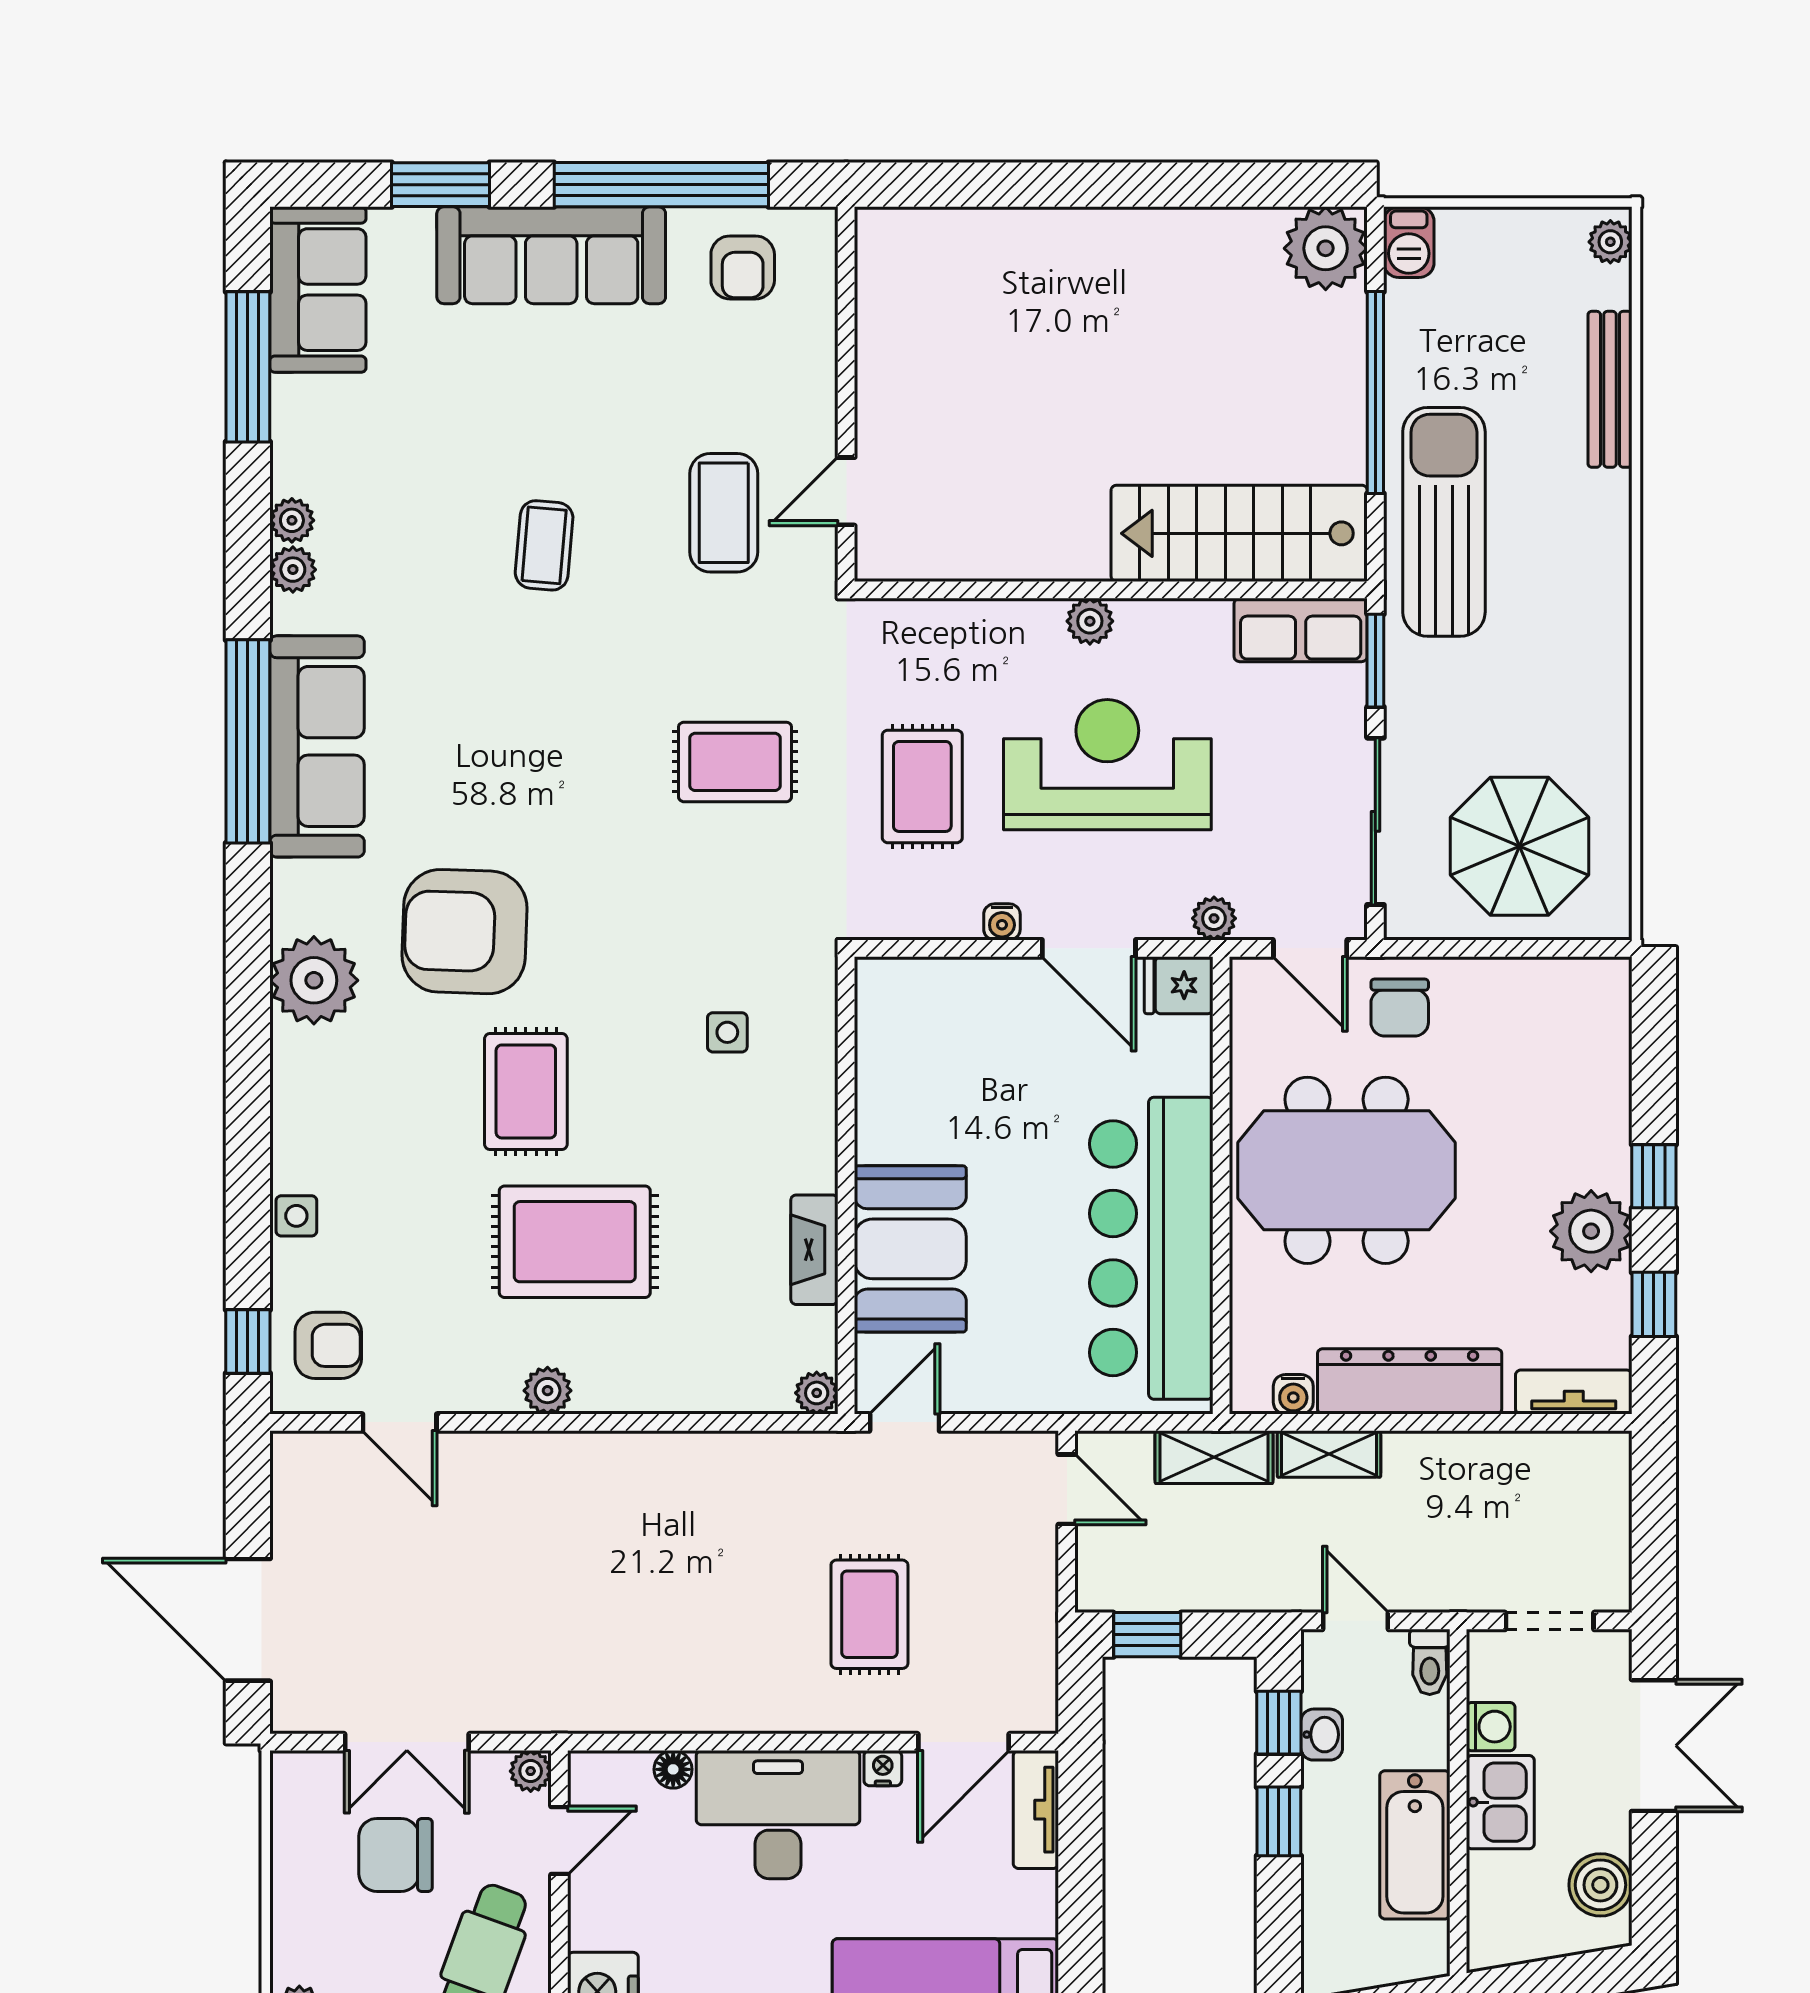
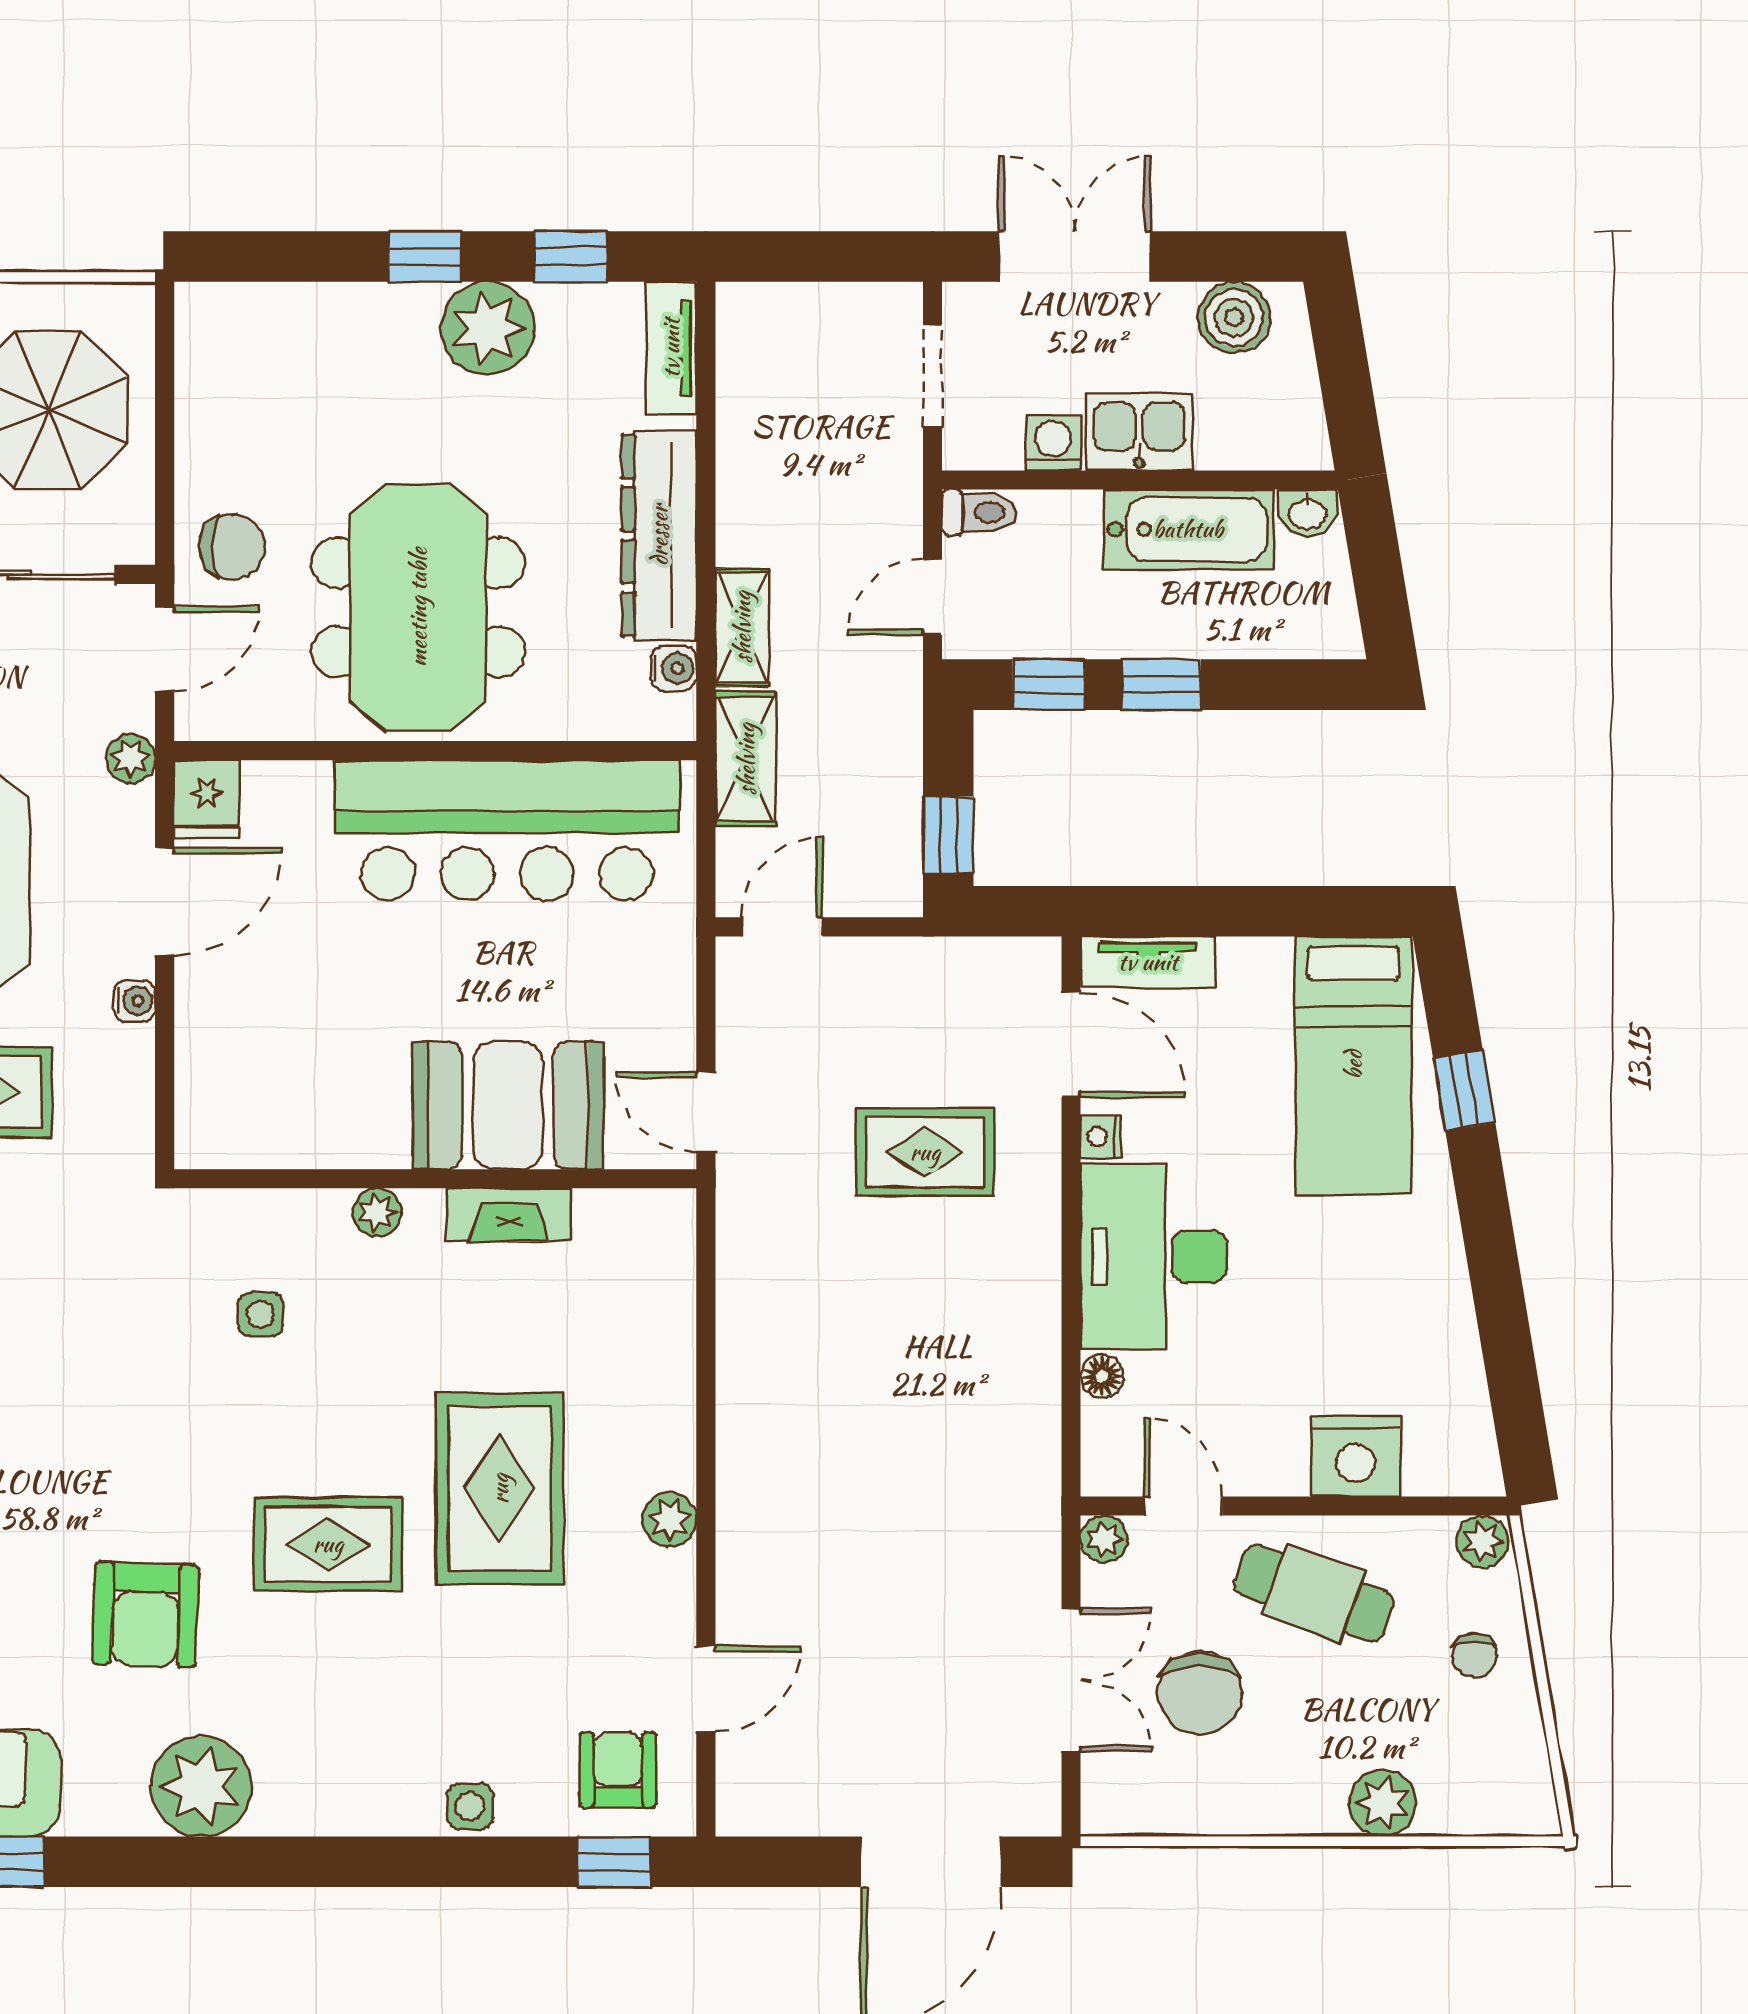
armchair: (464, 932) -> (146, 1614), width x0.73, depth x0.73
plant: (817, 1393) -> (377, 1212), moved
washbasin: (1322, 1735) -> (1307, 513), moved, turned 180

